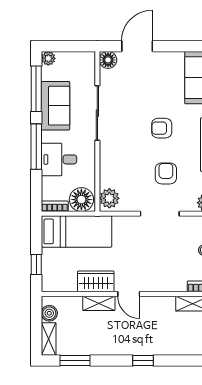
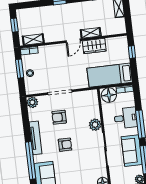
armchair: (166, 173) -> (59, 117), turned 90
plant: (109, 198) -> (95, 125), moved
door: (129, 294) -> (73, 41), swing flipped
boiler: (49, 313) -> (120, 23), removed

